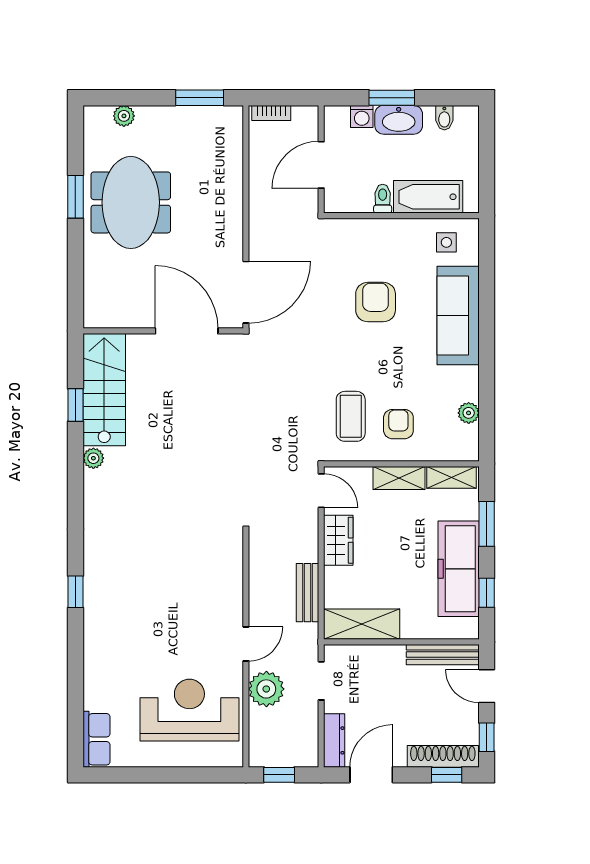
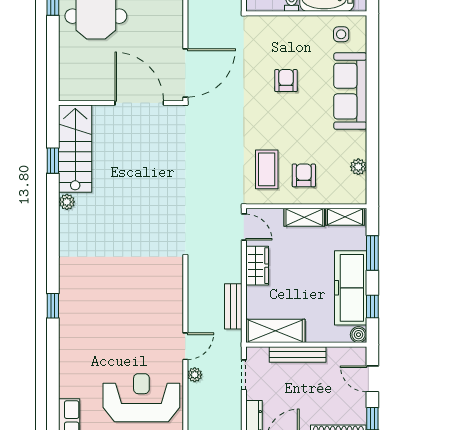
armchair: (376, 302) -> (286, 81), width x0.72, depth x0.72
boiler: (469, 629) -> (358, 335), added
bench: (443, 655) -> (298, 354), moved
plant: (266, 689) -> (195, 375), width x0.53, depth x0.53

